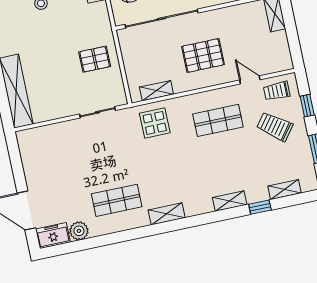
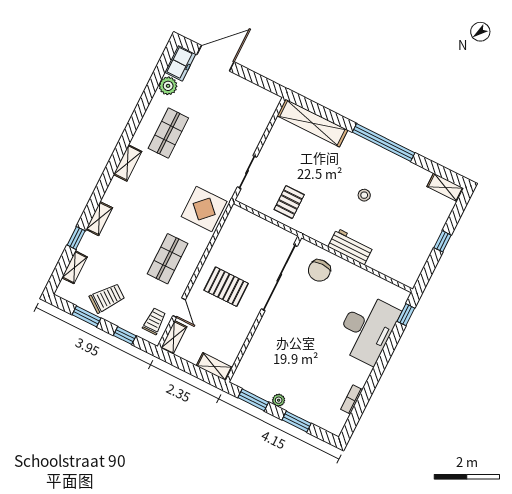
pallet: (203, 56) -> (226, 287), turned 90
door: (250, 80) -> (179, 308), hinge flipped
shelving: (156, 91) -> (174, 337), moved
display table: (155, 123) -> (204, 209), width x1.36, depth x1.36
trolley: (275, 126) -> (107, 298), moved

